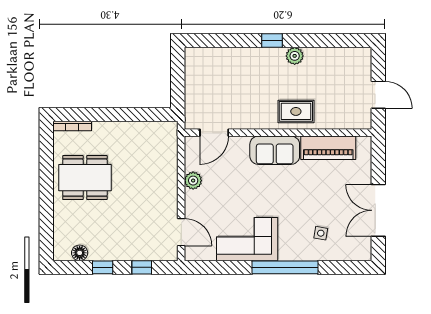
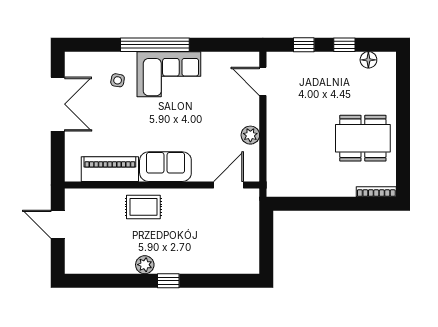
corner sofa: (247, 239) -> (169, 74), moved

